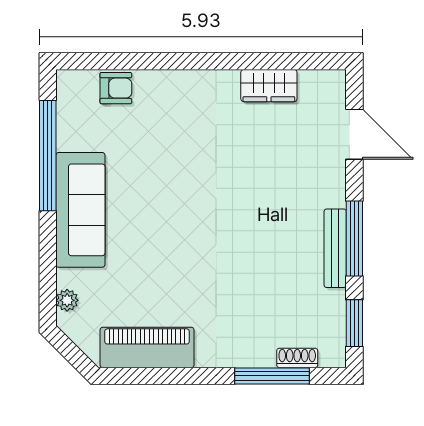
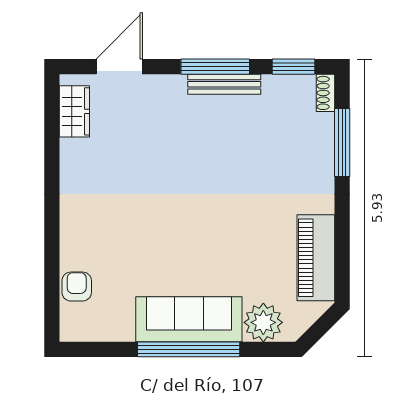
wardrobe: (269, 86) -> (74, 111), moved
window: (48, 156) -> (189, 349), moved
plant: (67, 300) -> (263, 322), width x1.88, depth x1.88
shoe rack: (297, 358) -> (325, 93), moved

